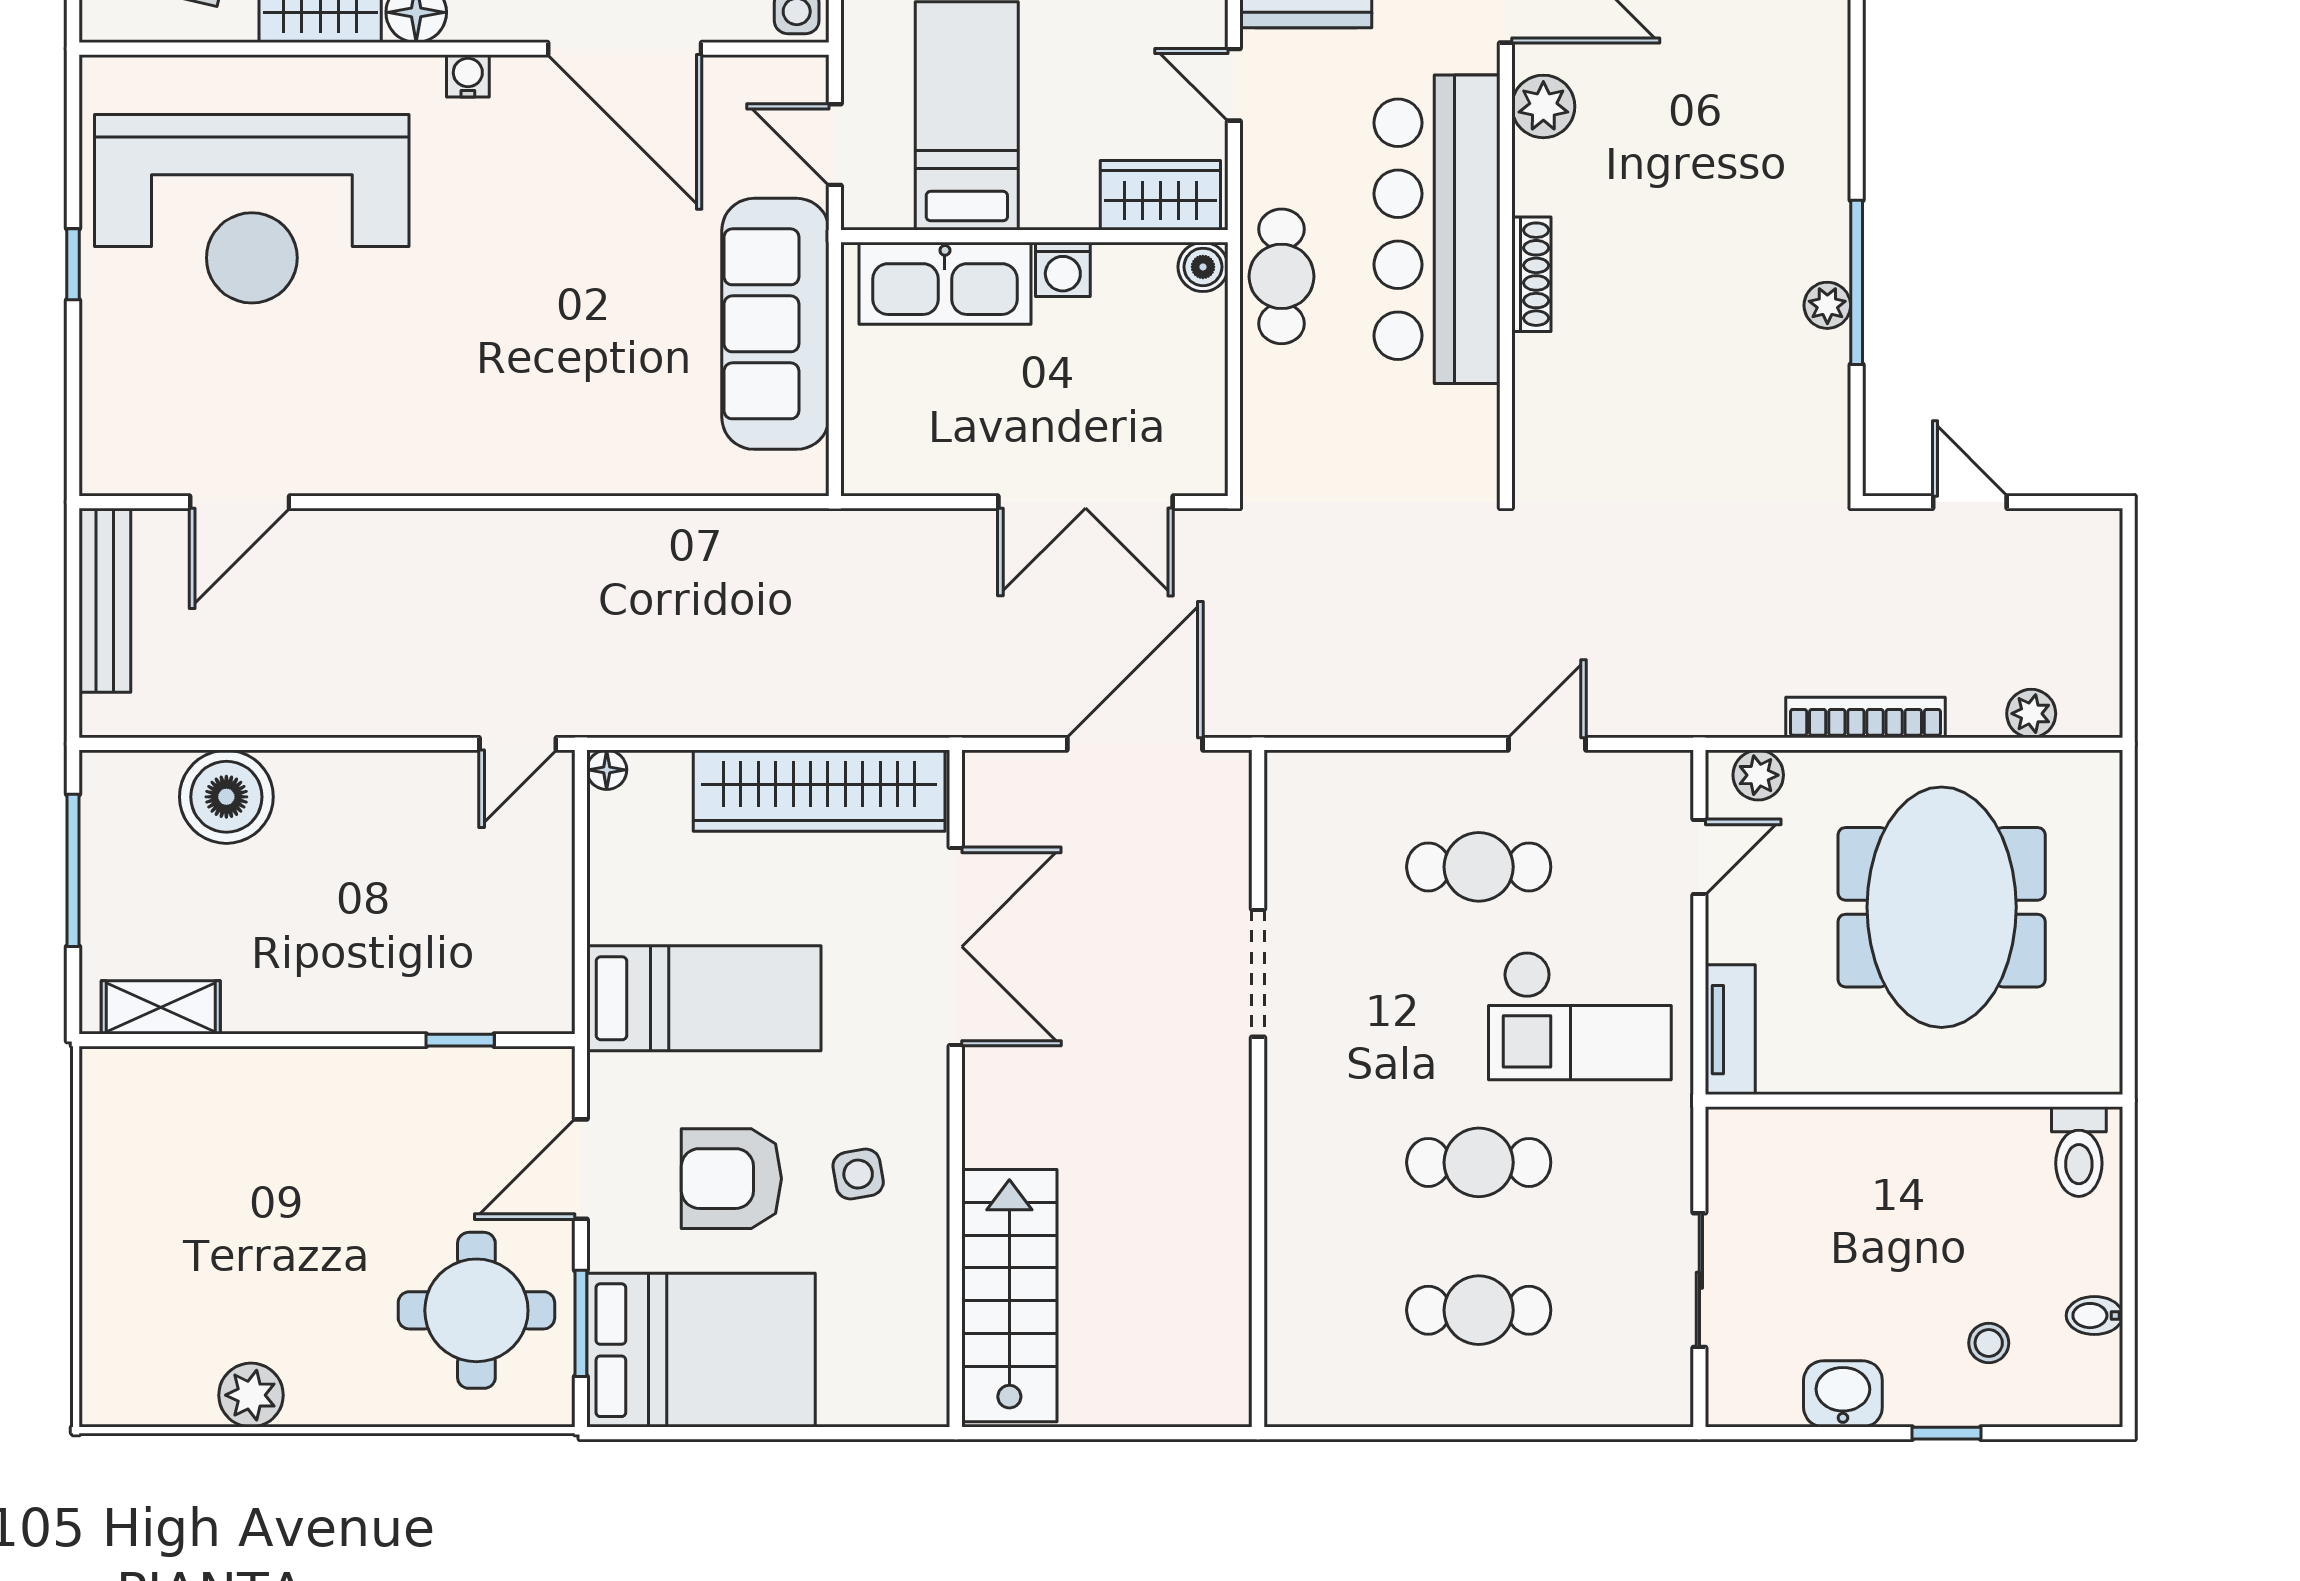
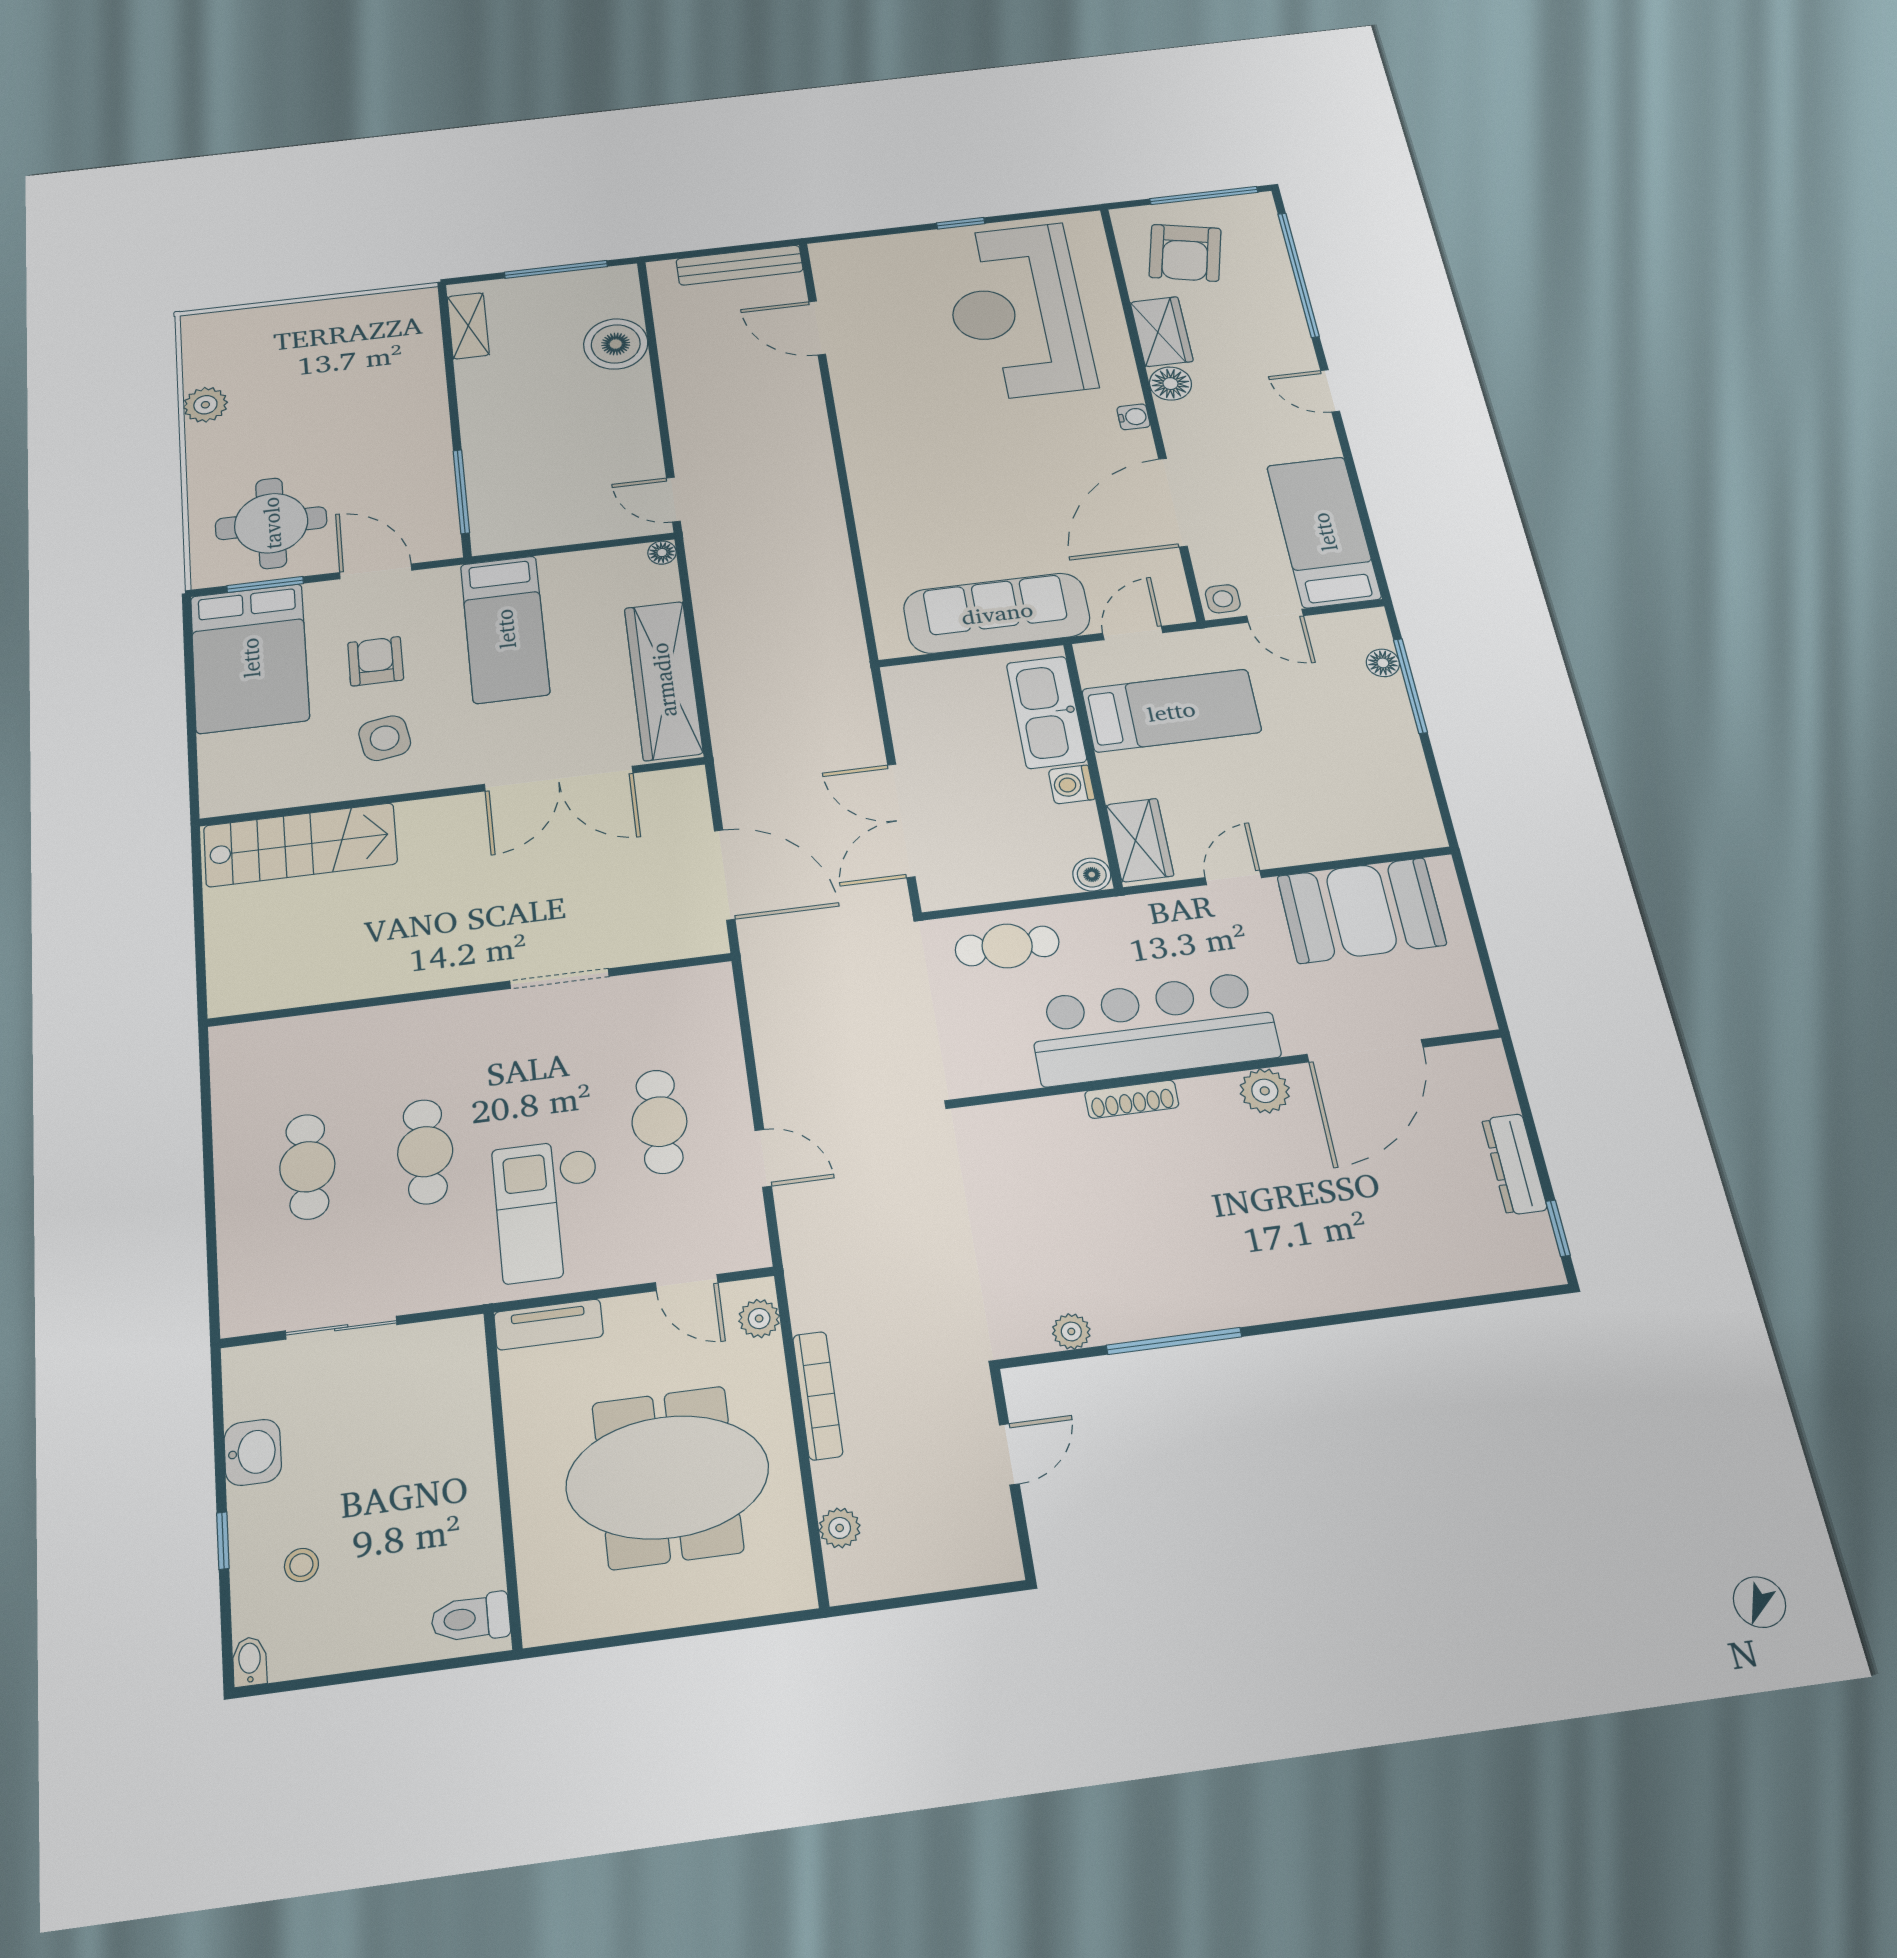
cafe table: (1282, 276) -> (1007, 946), moved
plant: (1827, 305) -> (1071, 1331), moved
window: (460, 1040) -> (461, 492), width x2.17
side table: (858, 1174) -> (385, 738), width x1.37, depth x1.37
armchair: (731, 1179) -> (376, 661), width x0.72, depth x0.72
bidet: (2094, 1316) -> (250, 1662), moved

